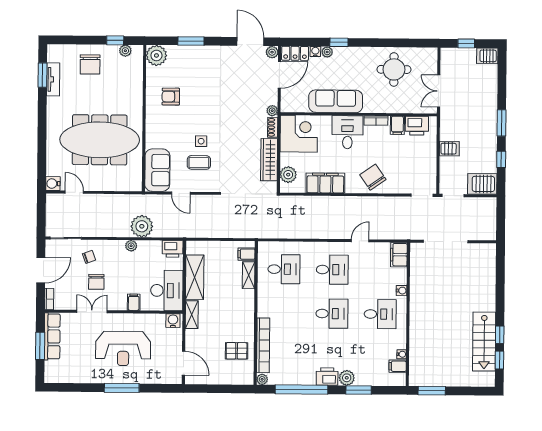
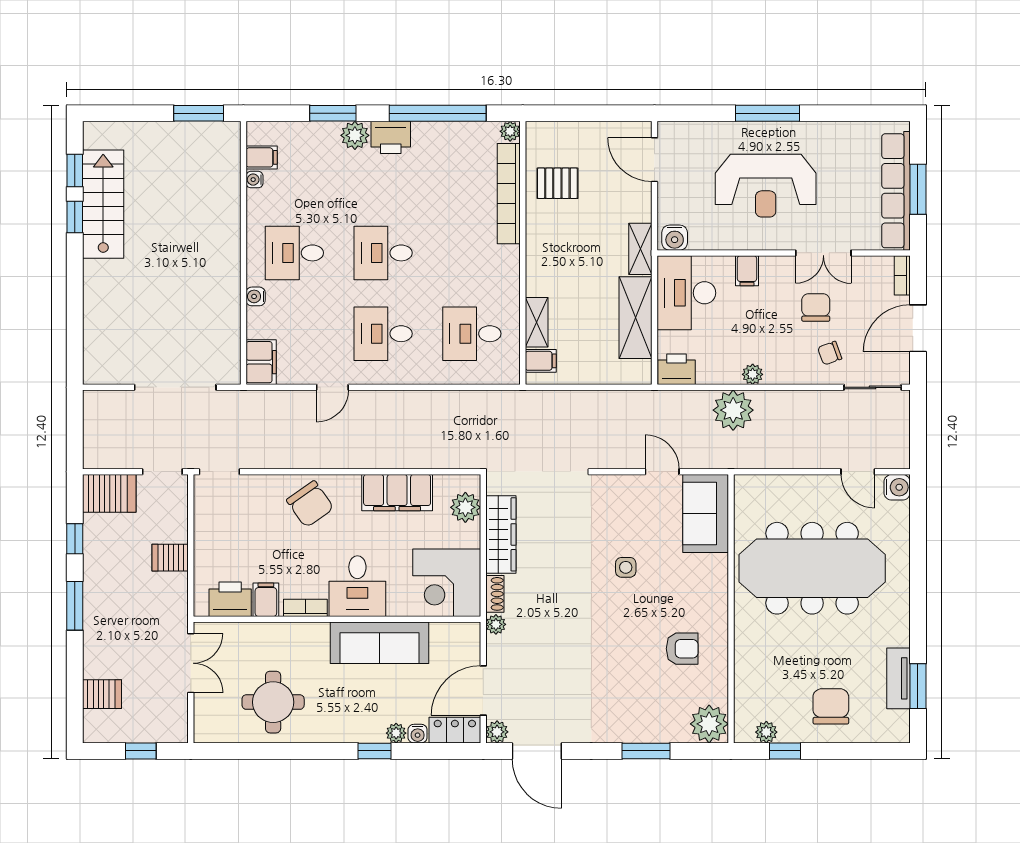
server rack: (487, 56) -> (102, 694), moved
coffee table: (199, 162) -> (630, 528), removed
row of seats: (52, 336) -> (896, 191), width x1.36
reception desk: (123, 348) -> (766, 186), turned 180

